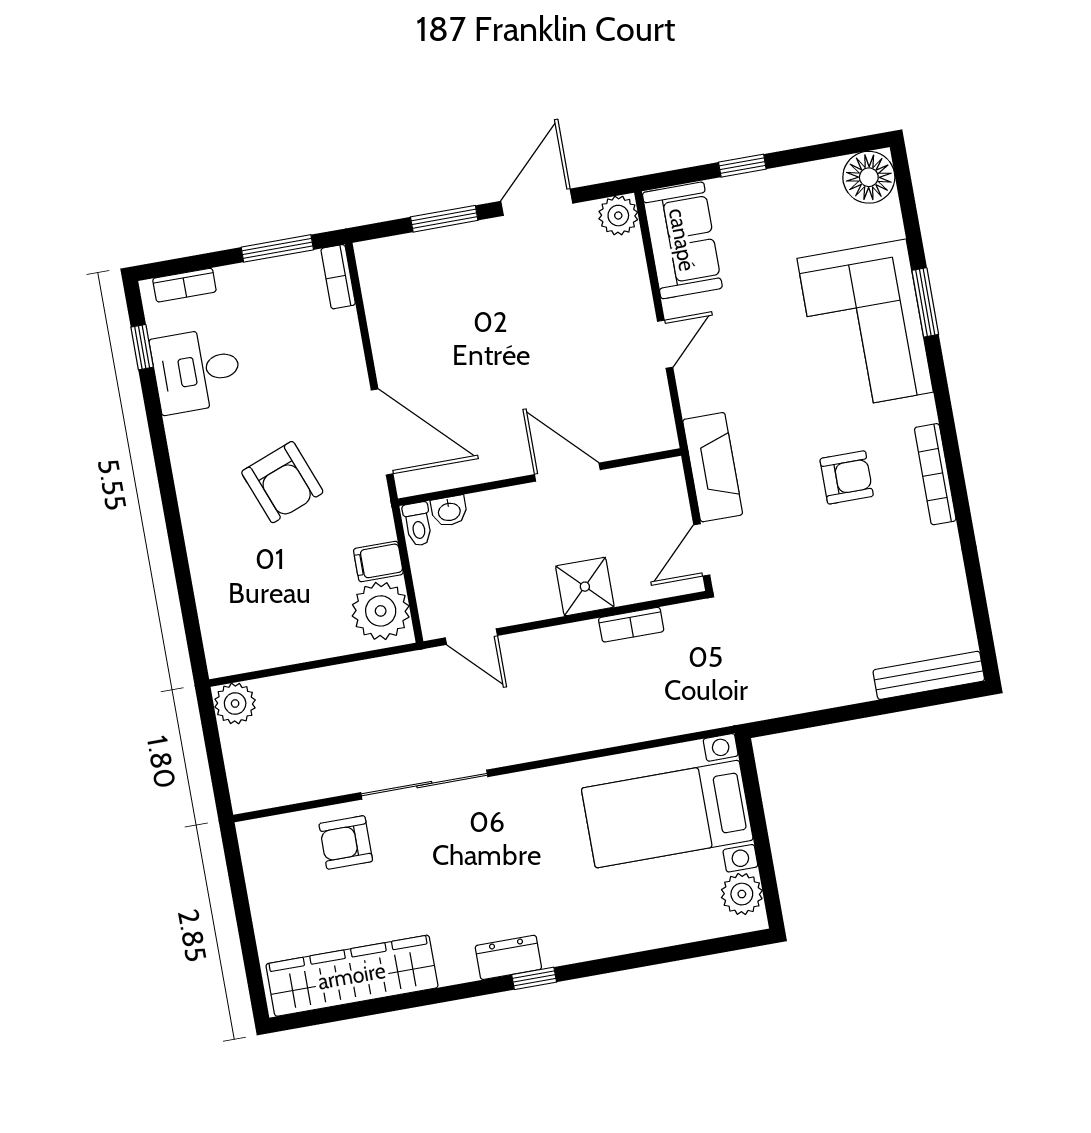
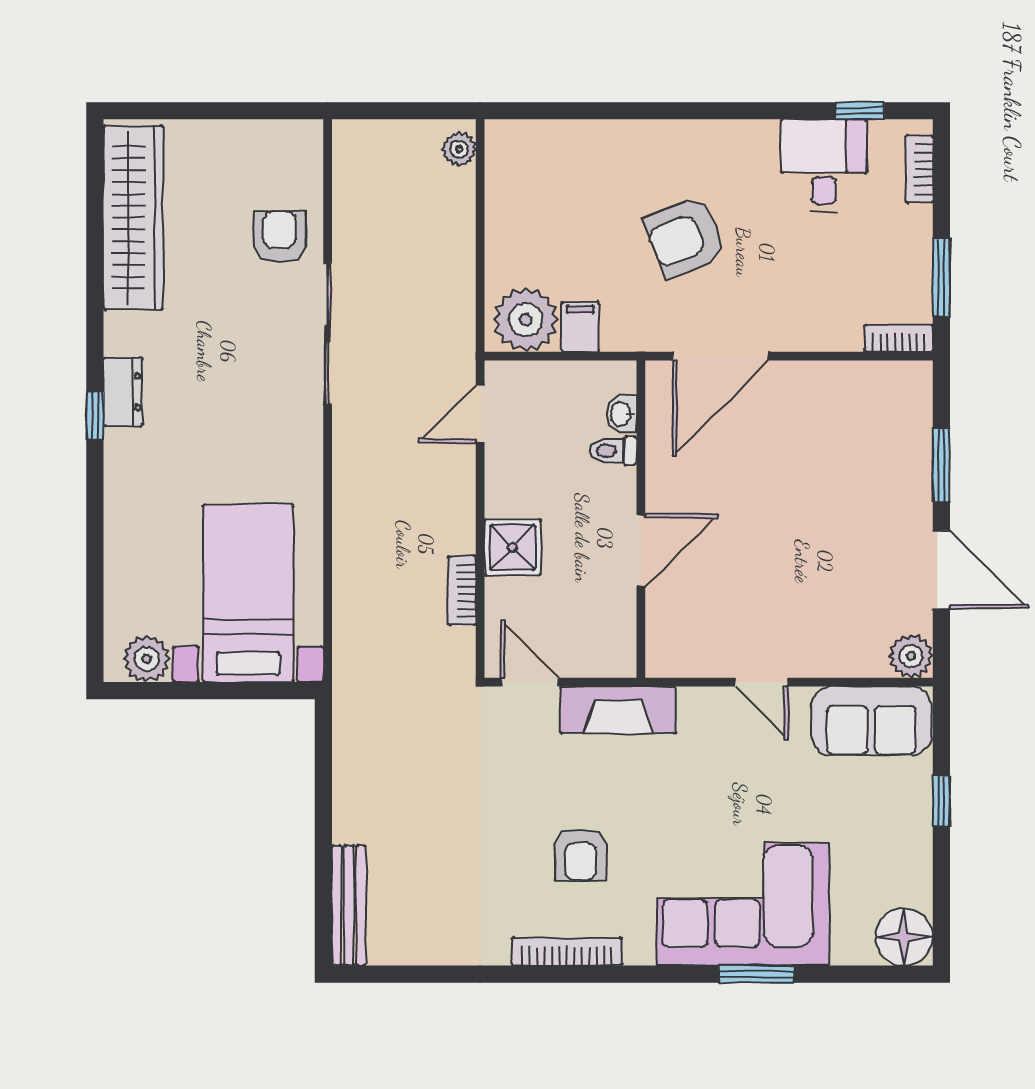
toilet: (418, 524) -> (613, 451), moved
plant: (235, 703) -> (459, 149), width x0.73, depth x0.73

